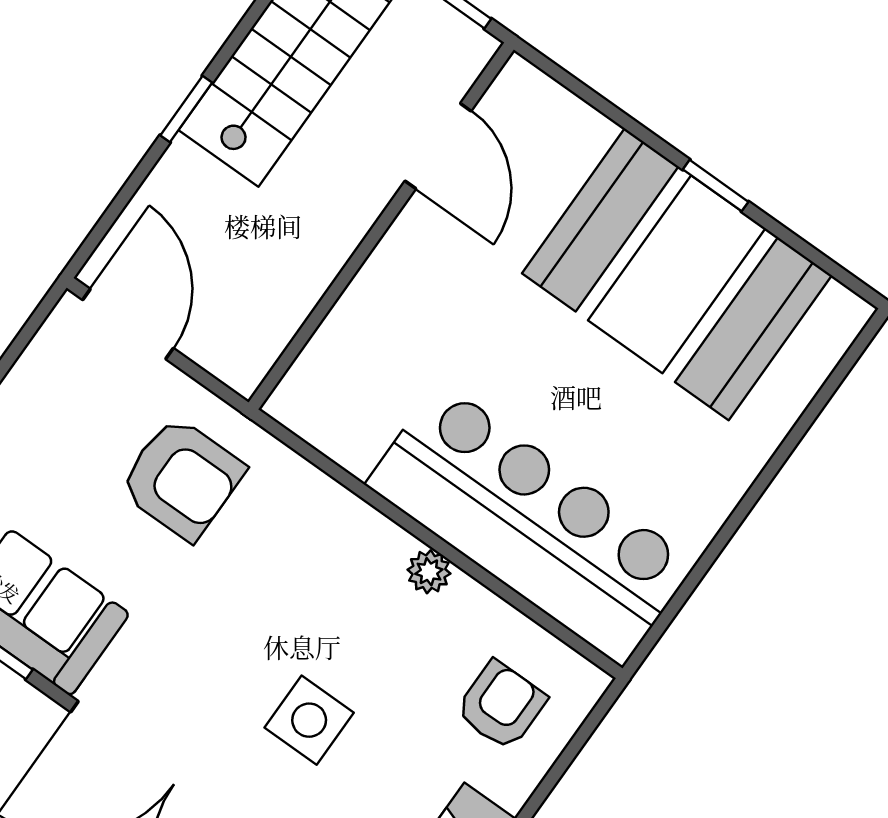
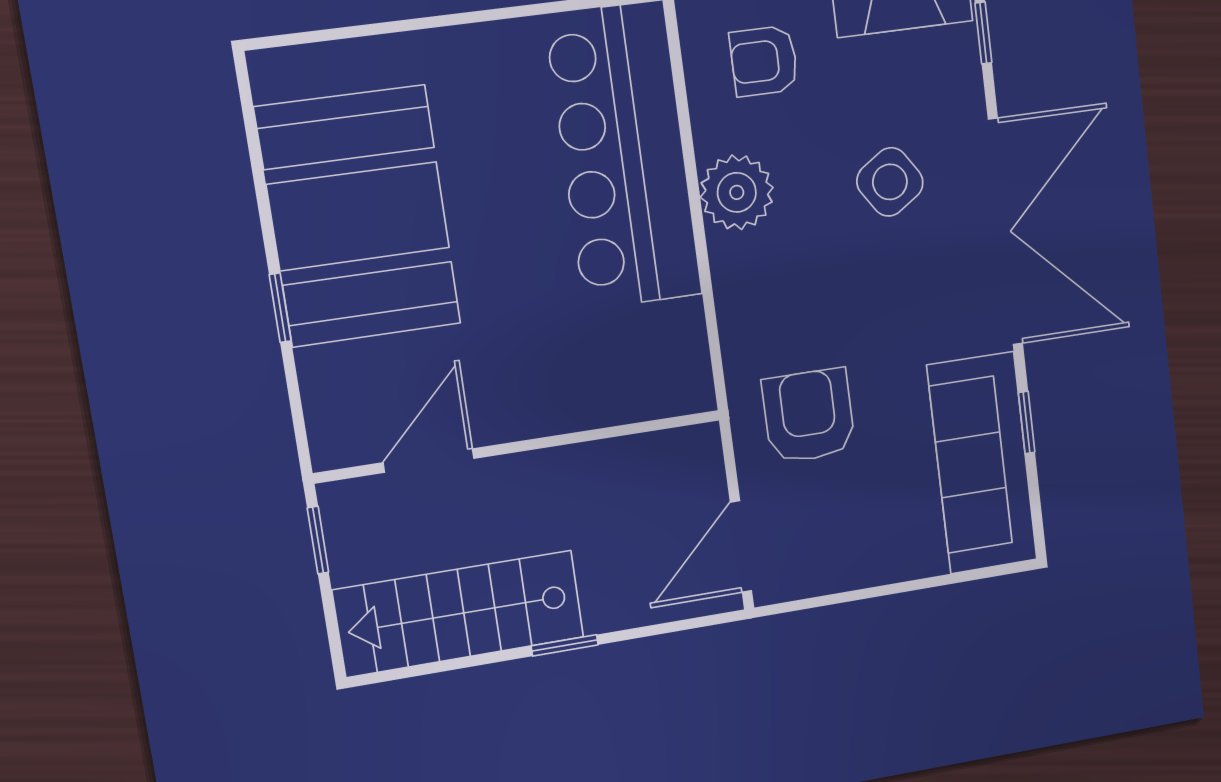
window: (716, 186) -> (280, 308), moved
plant: (429, 572) -> (737, 192), width x1.87, depth x1.87
side table: (309, 720) -> (890, 182), turned -34

